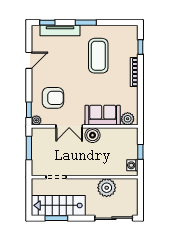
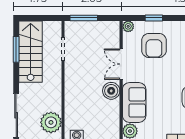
window: (29, 110) -> (154, 18), moved
window: (29, 148) -> (84, 18), moved
plant: (107, 188) -> (51, 122), moved

